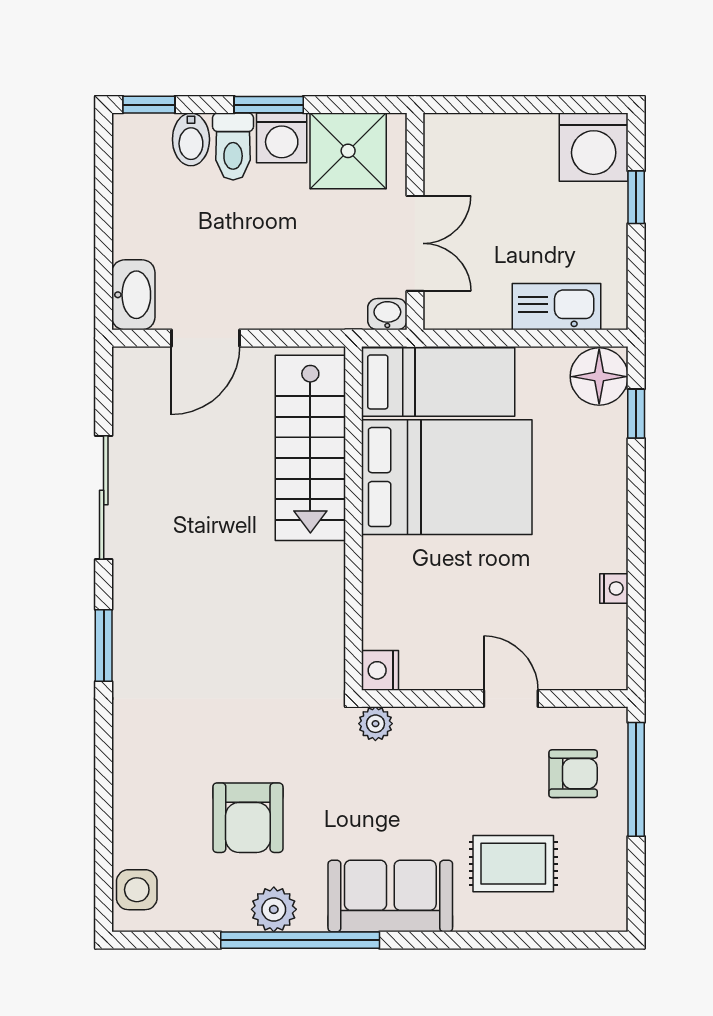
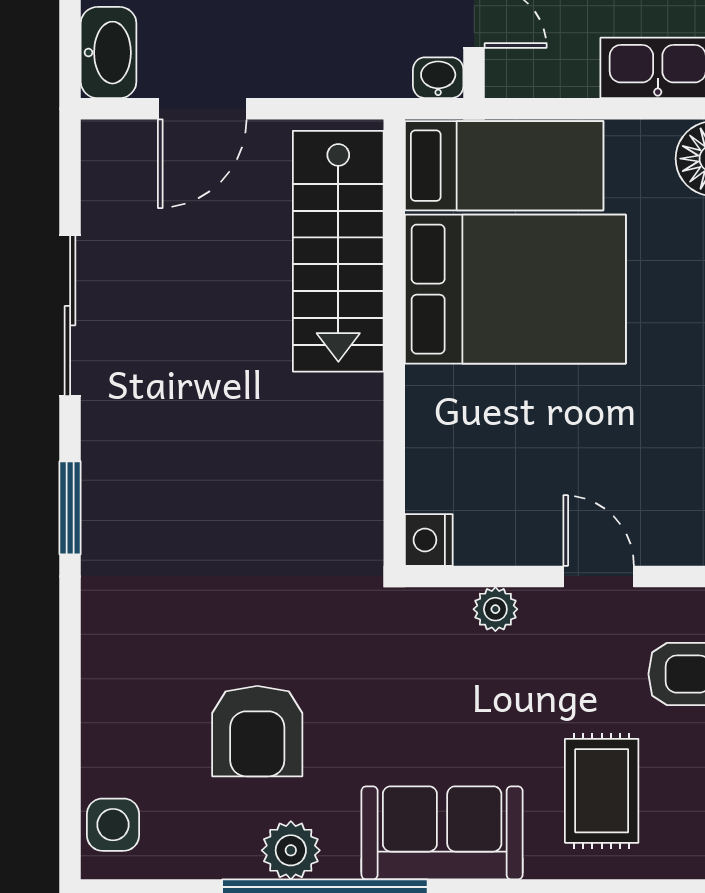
plant: (375, 724) -> (495, 609), moved
rug: (513, 864) -> (602, 791), turned 90

